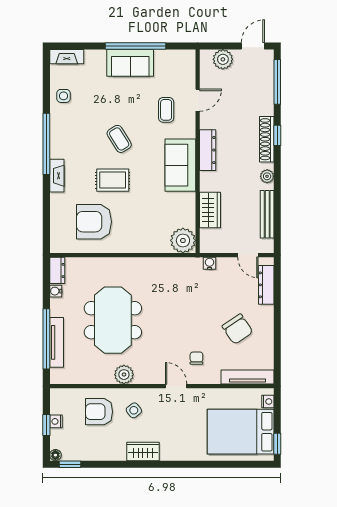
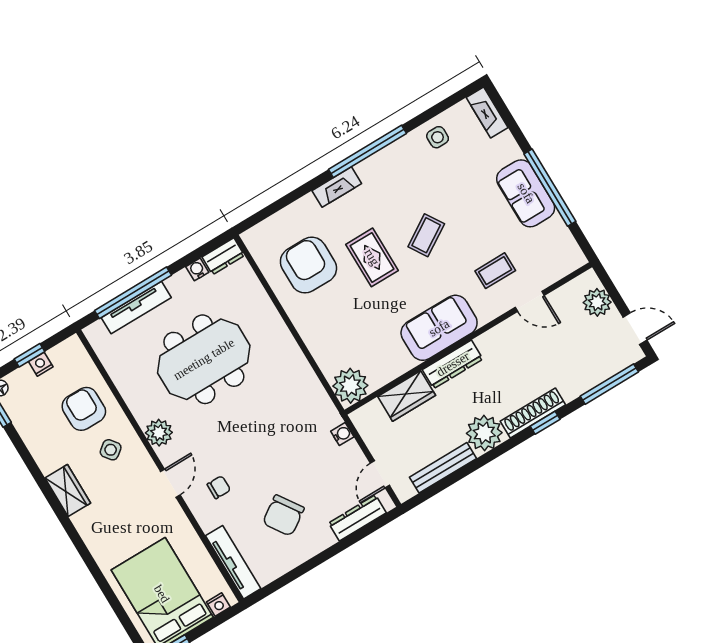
dresser: (208, 150) -> (453, 364), moved
plant: (267, 176) -> (484, 433), width x1.88, depth x1.88
plant: (124, 375) -> (159, 433), moved

